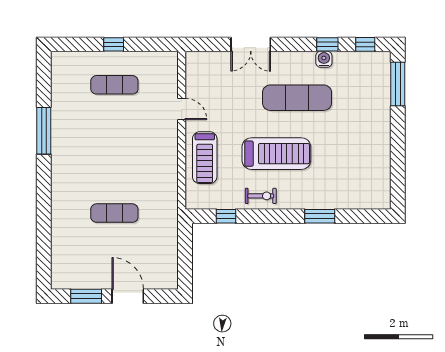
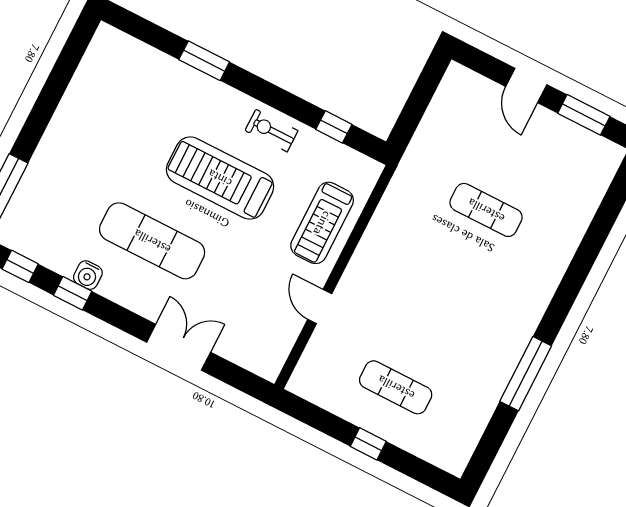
treadmill: (205, 158) -> (322, 223), turned 180
door: (128, 296) -> (526, 86), width x0.73

